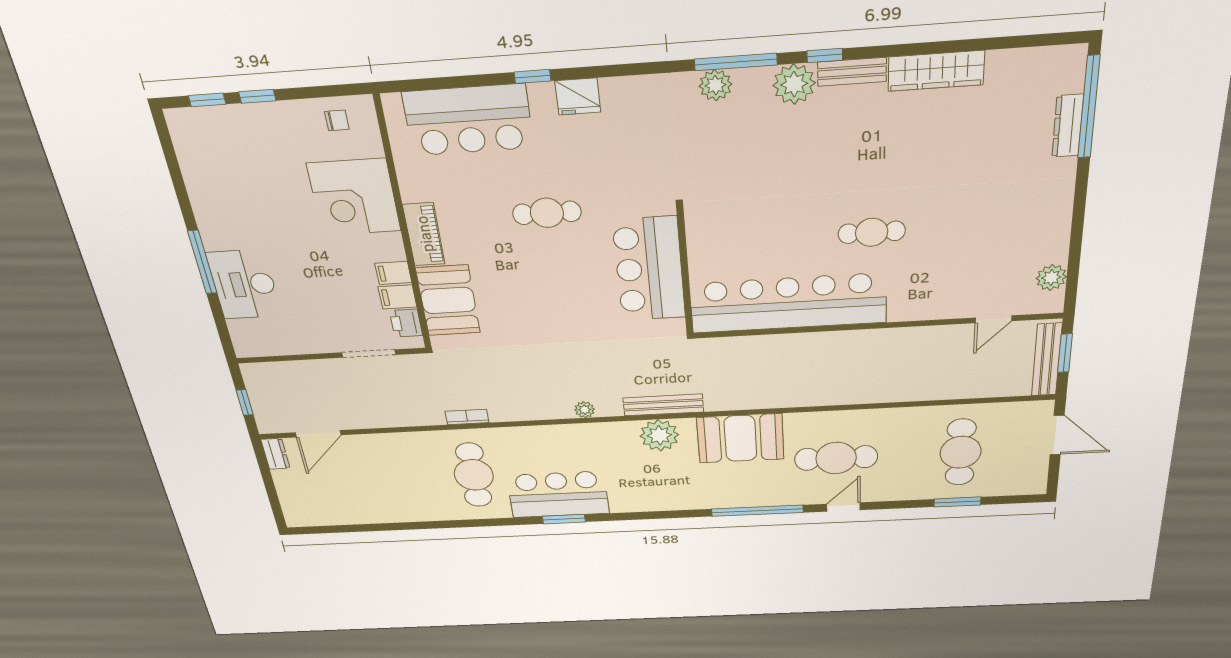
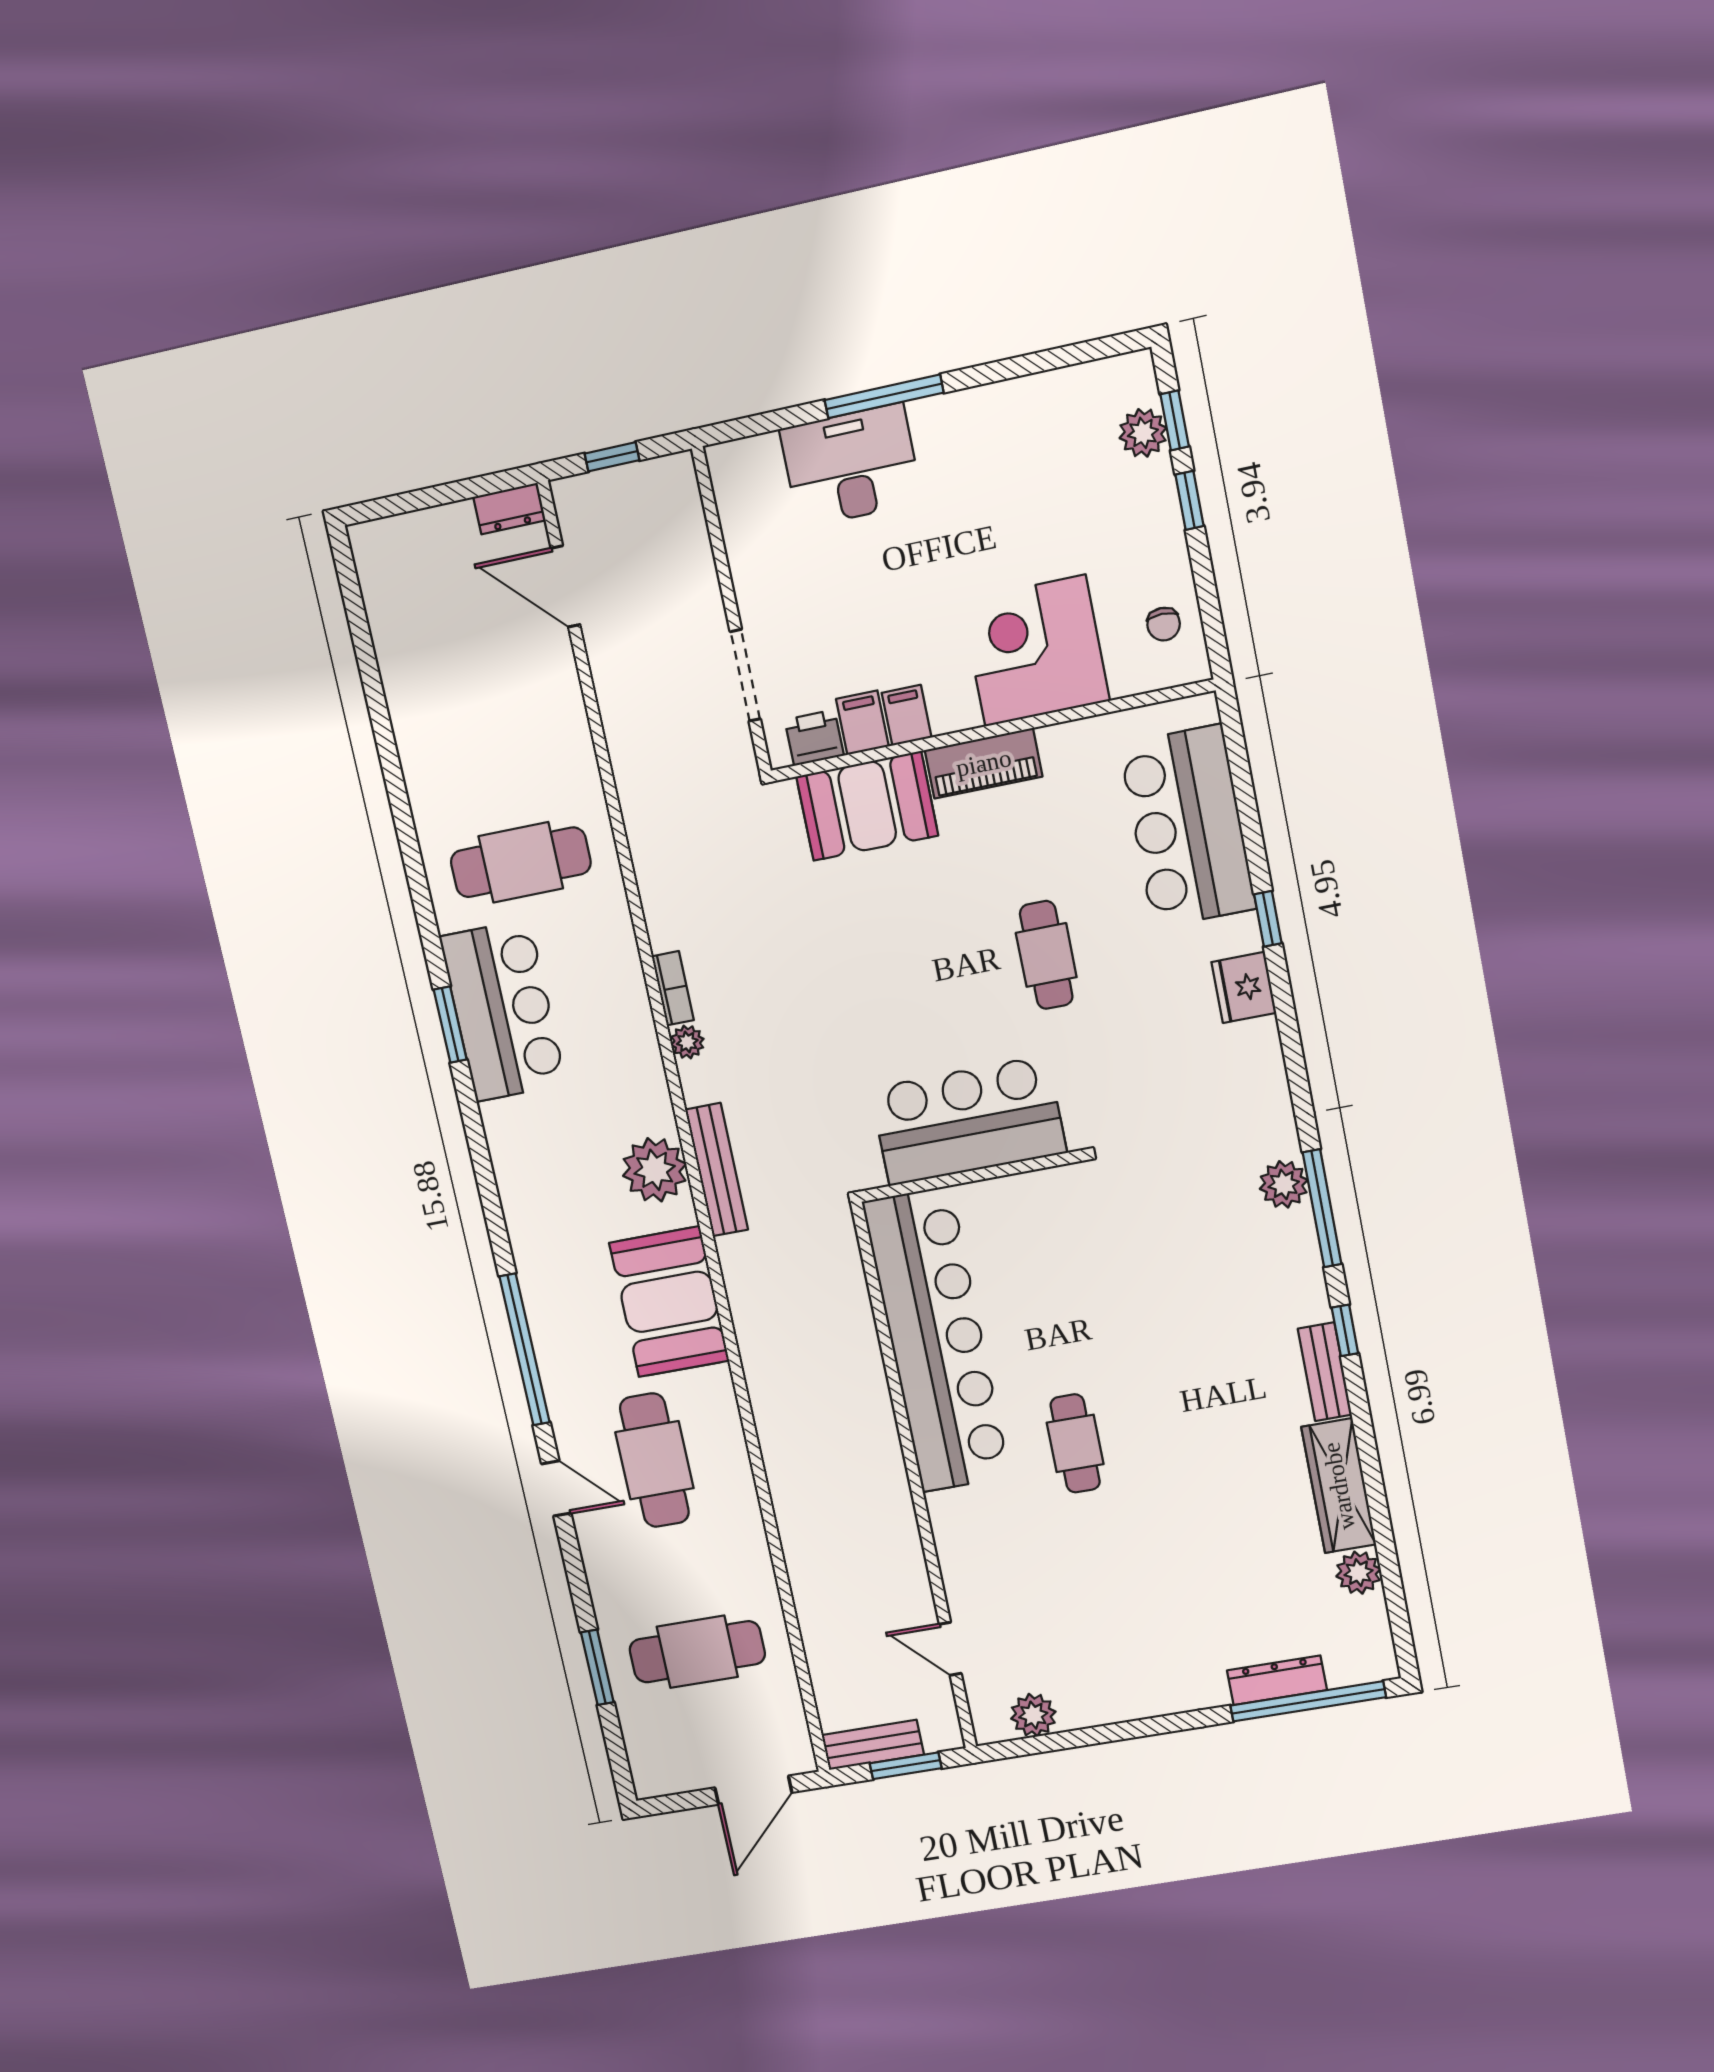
plant: (794, 84) -> (1358, 1573), moved, width x0.73, depth x0.73
plant: (216, 120) -> (1143, 433), added
bench: (1047, 360) -> (873, 1745), width x0.73
bookcase: (467, 417) -> (673, 988), moved

